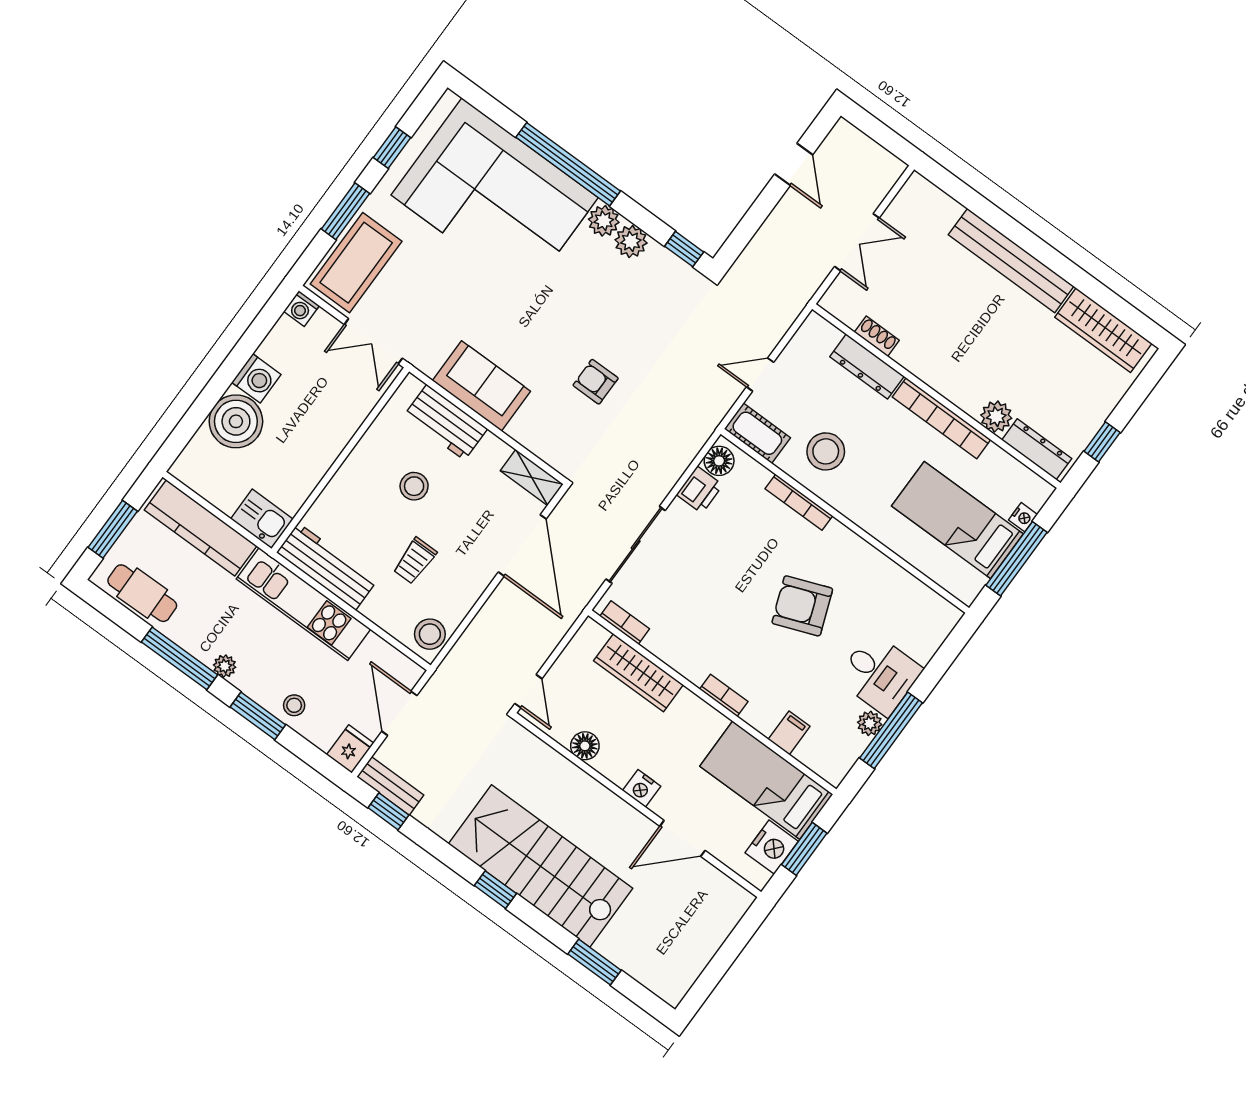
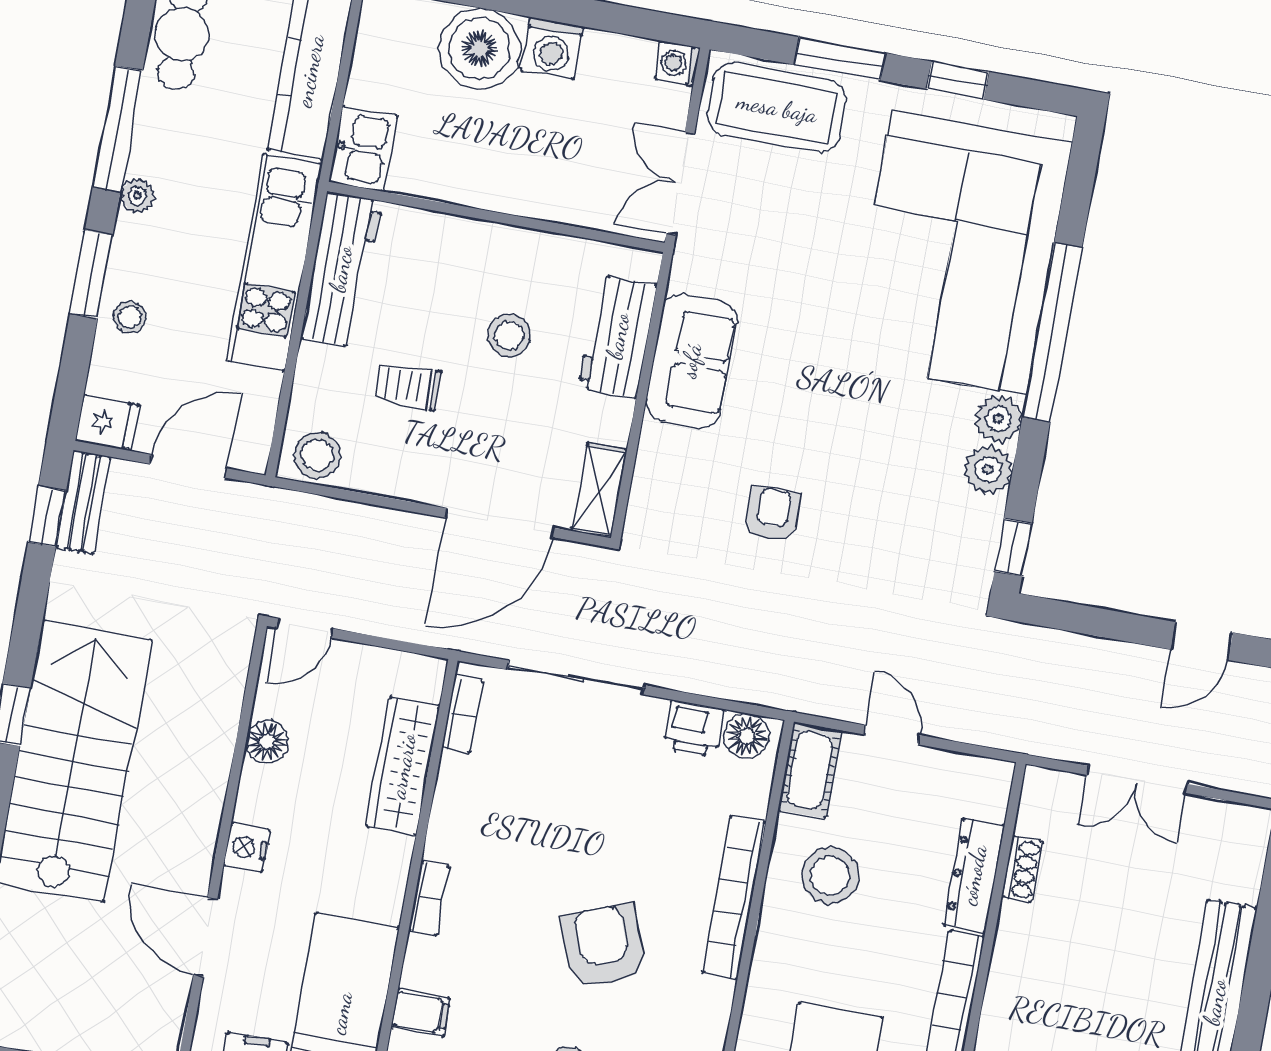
bookcase: (799, 502) -> (734, 897), width x1.48, depth x1.31

